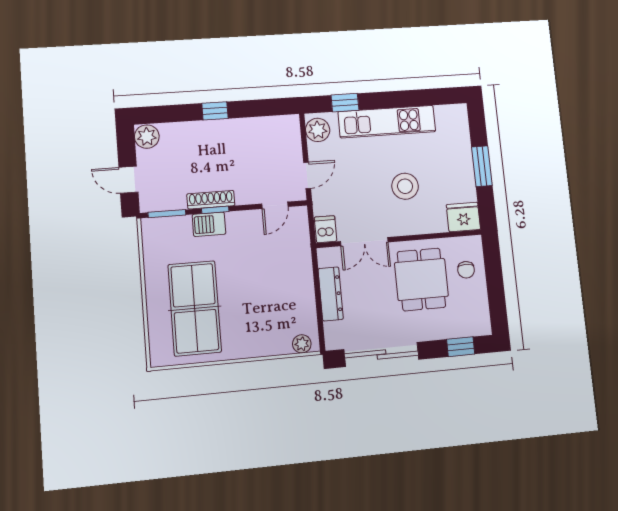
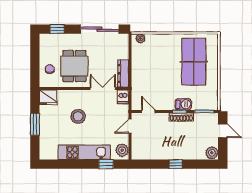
door: (275, 205) -> (148, 112), hinge flipped
dresser: (331, 294) -> (123, 73), moved

